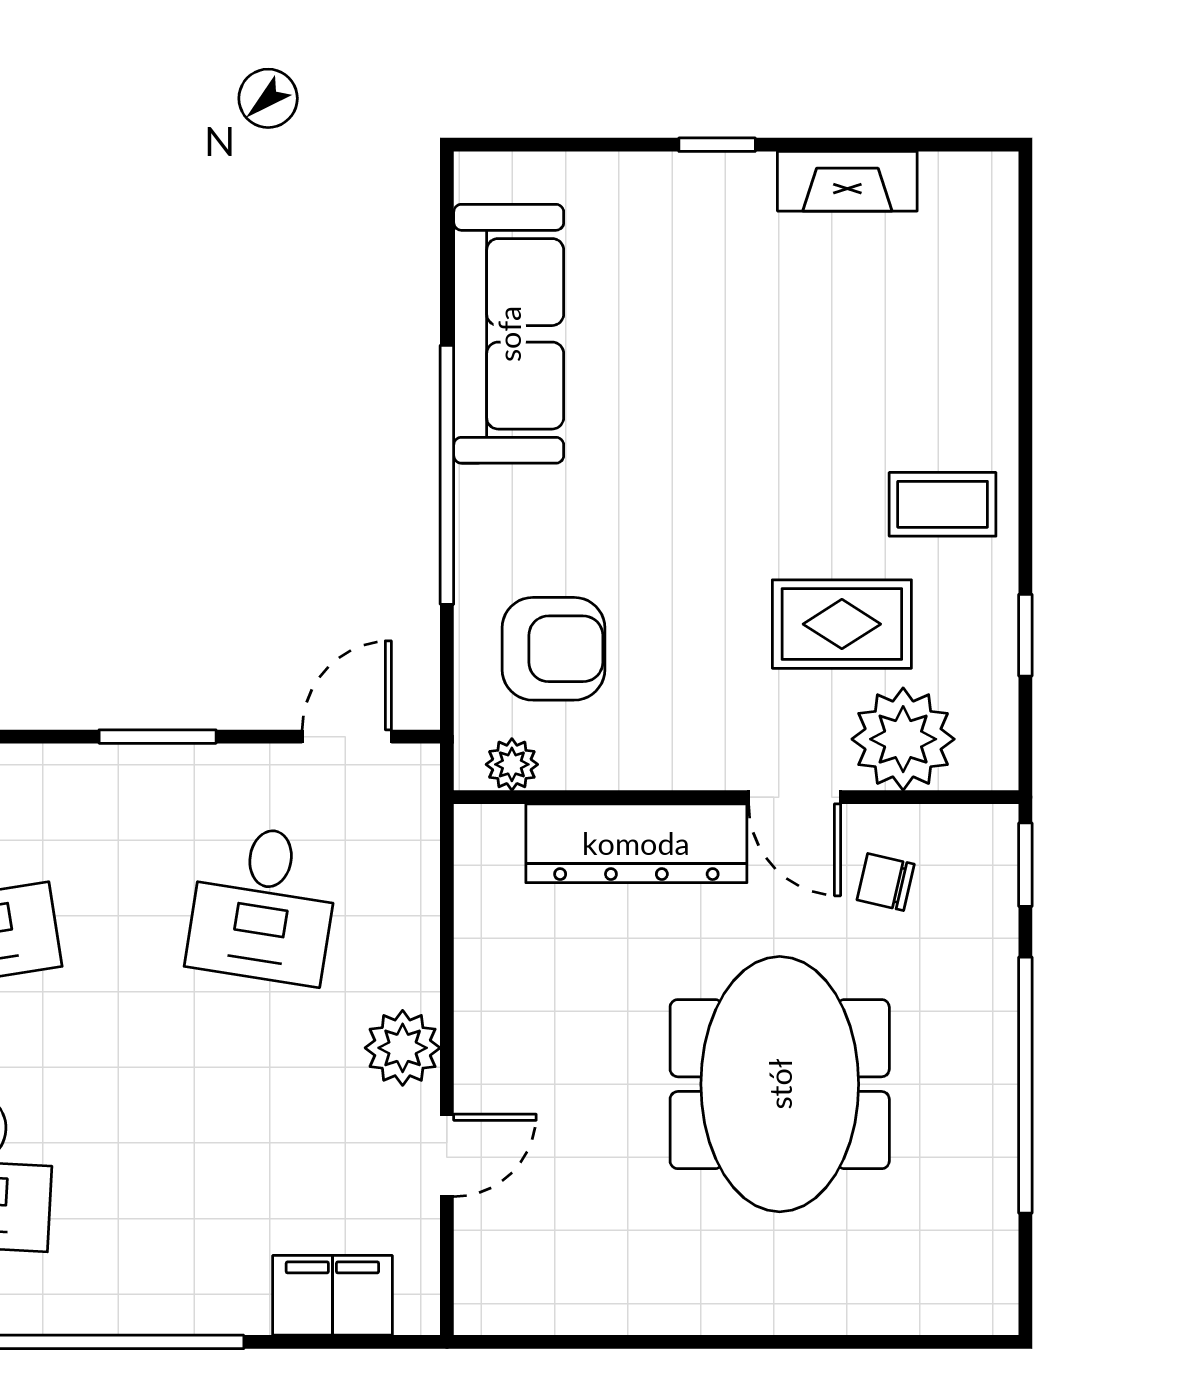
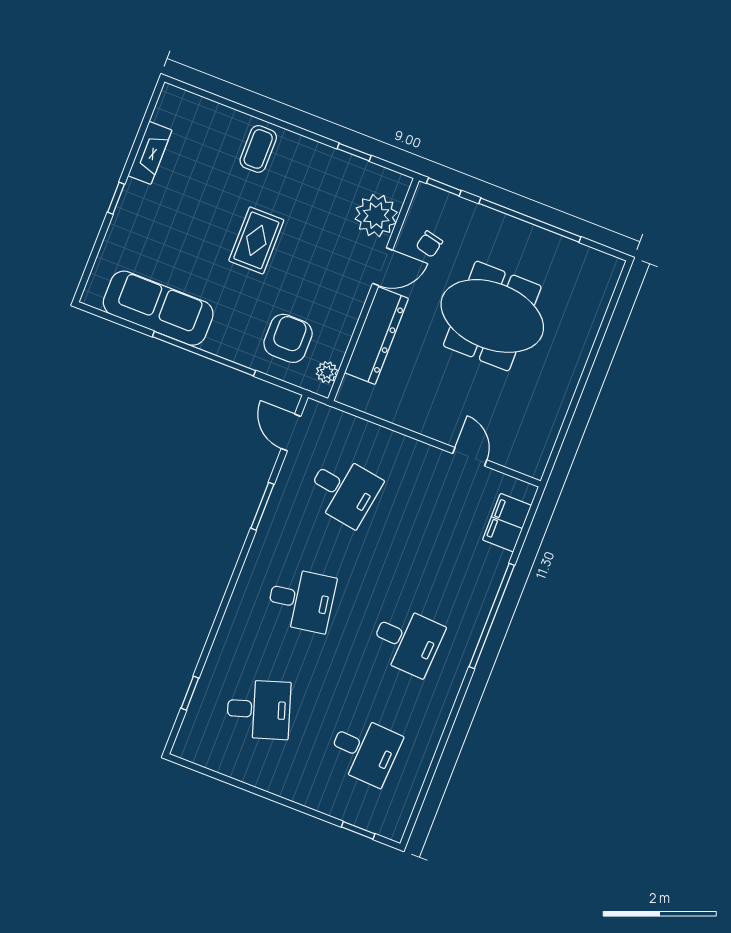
coffee table: (943, 504) -> (258, 149), moved
rug: (842, 624) -> (256, 240), moved
plant: (403, 1048) -> (421, 458), removed

